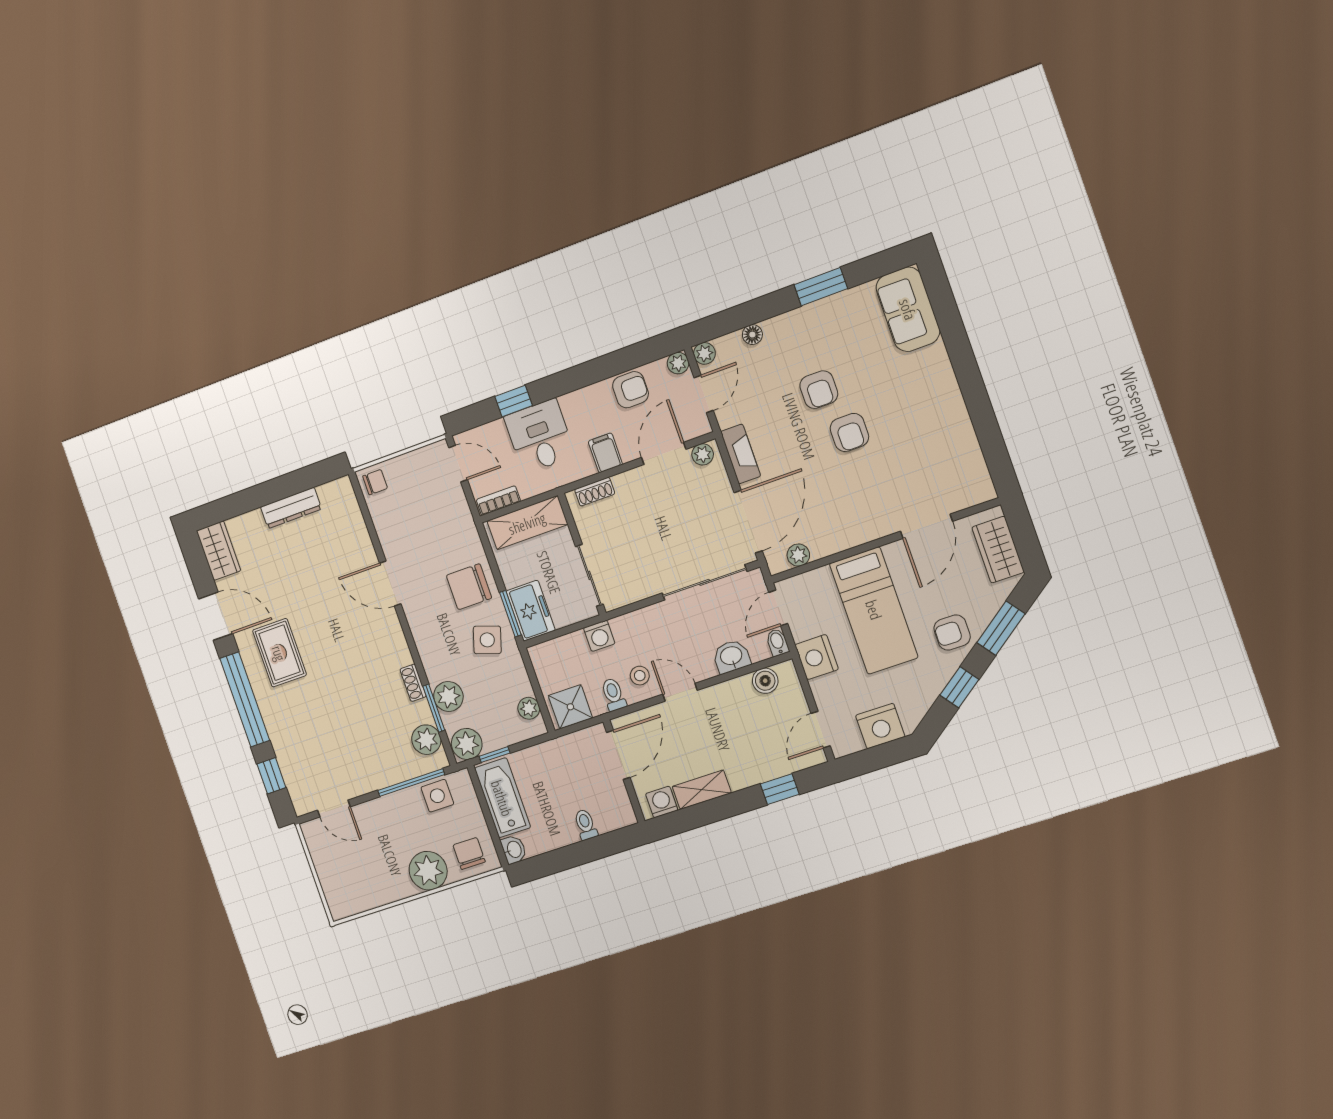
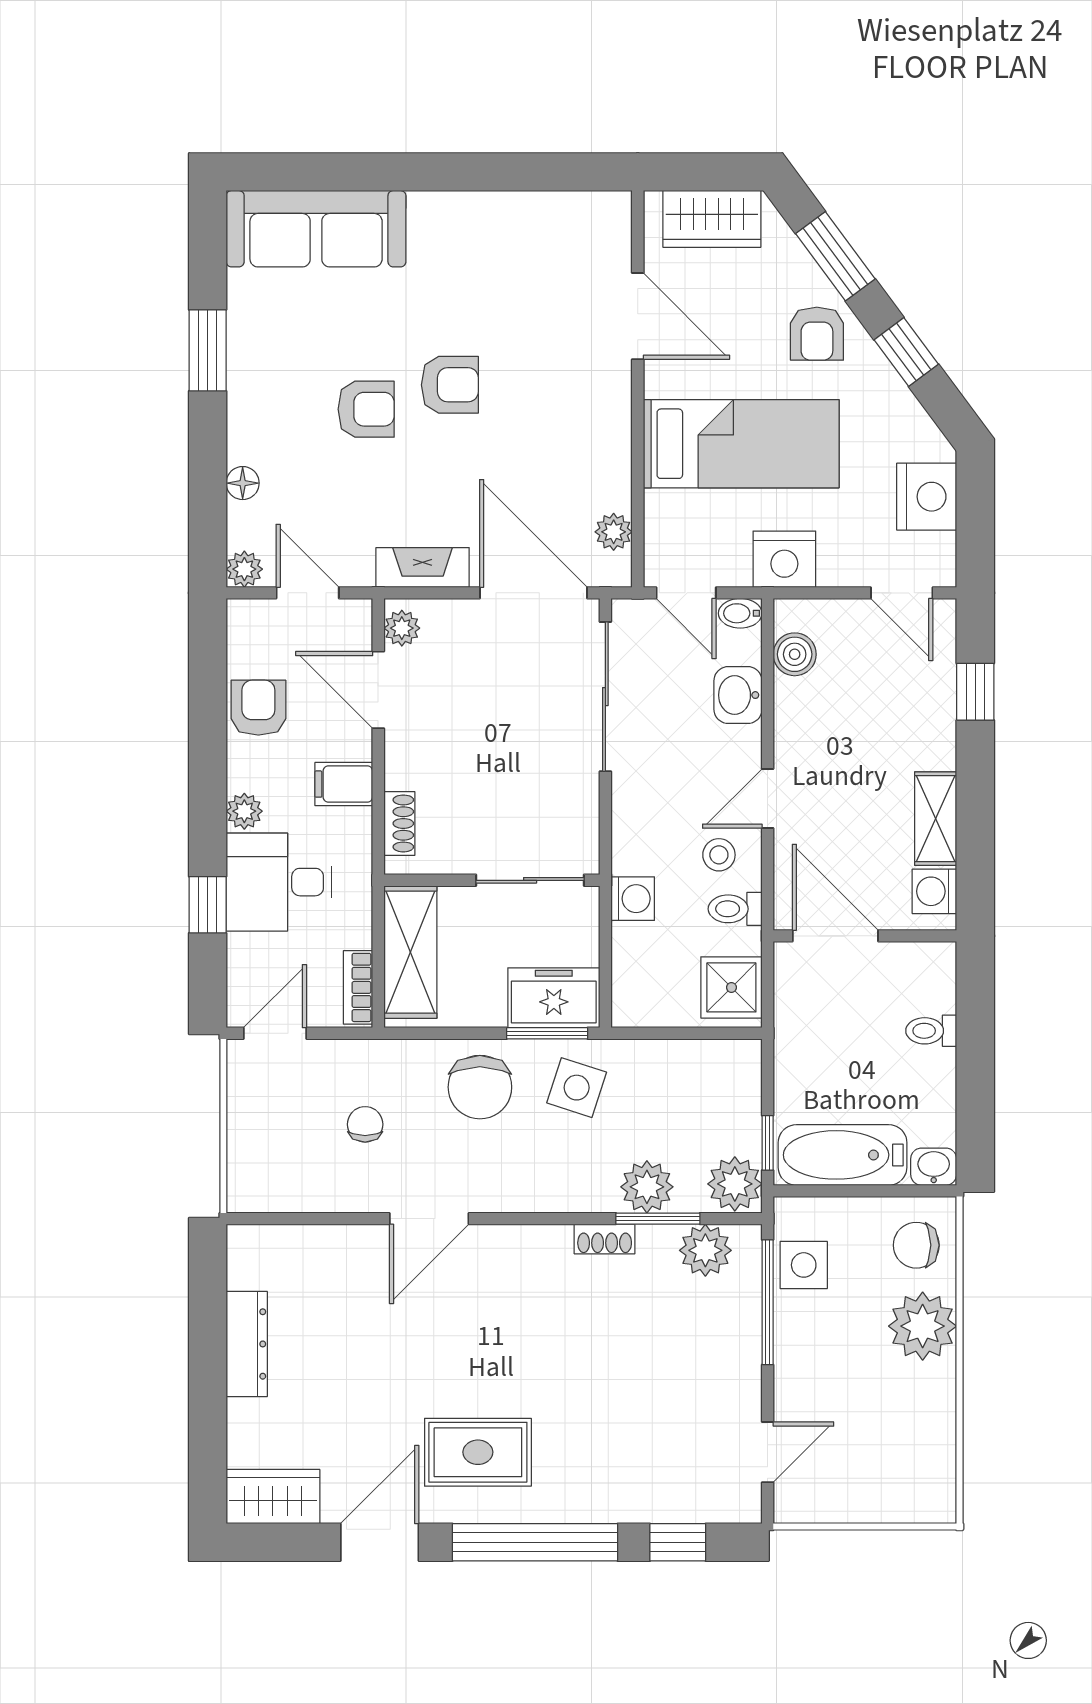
sofa: (908, 309) -> (316, 229), width x1.36
plant: (678, 363) -> (244, 811), moved
chair: (375, 482) -> (365, 1124), moved
plant: (529, 708) -> (711, 1058), removed

